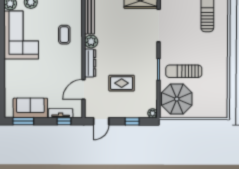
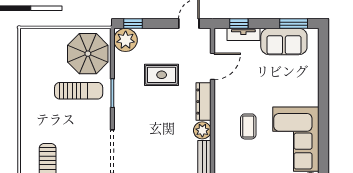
coffee table: (64, 35) -> (248, 126), moved
plant: (153, 113) -> (126, 40), width x1.88, depth x1.88
window: (132, 121) -> (133, 24), moved

